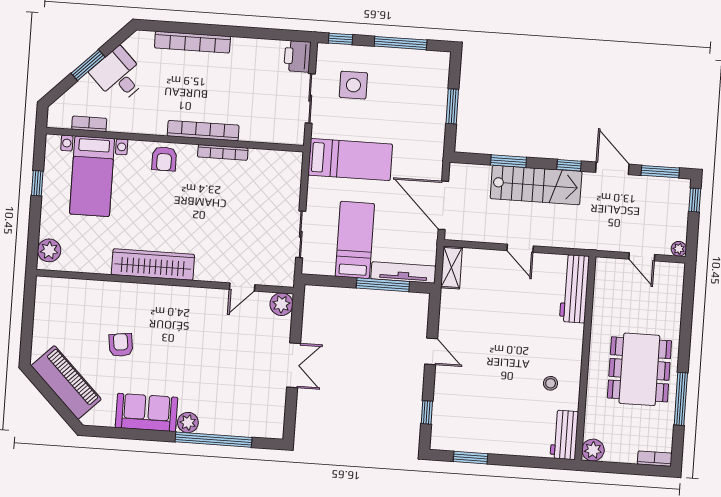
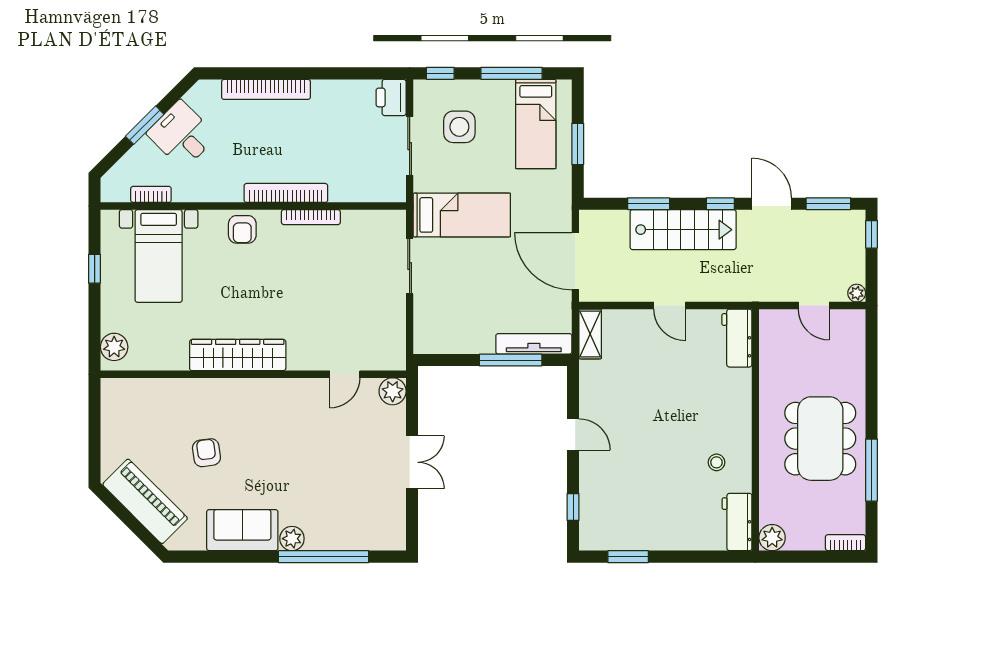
sliding door: (301, 234) -> (410, 266), moved
bed: (355, 240) -> (536, 124), moved, turned 180
workbench: (574, 289) -> (737, 338), width x0.73

